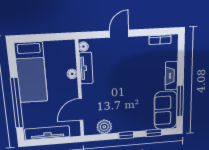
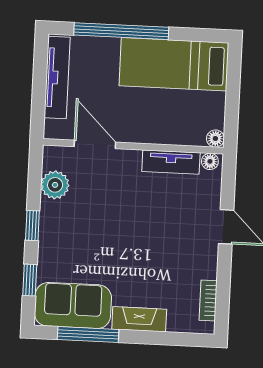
floor lamp: (72, 74) -> (215, 139), moved

